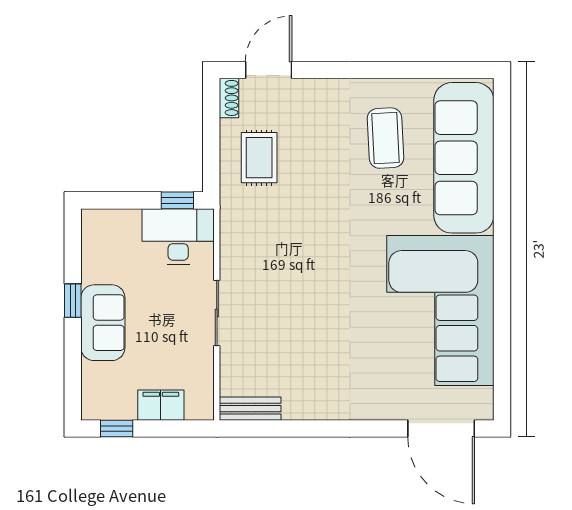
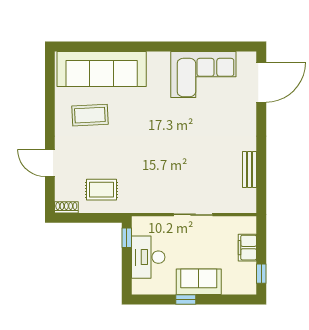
door: (269, 70) -> (50, 163), moved
desk: (178, 237) -> (148, 257), moved
corner sofa: (440, 310) -> (203, 74), width x0.73, depth x0.74
bench: (250, 409) -> (249, 169), moved

